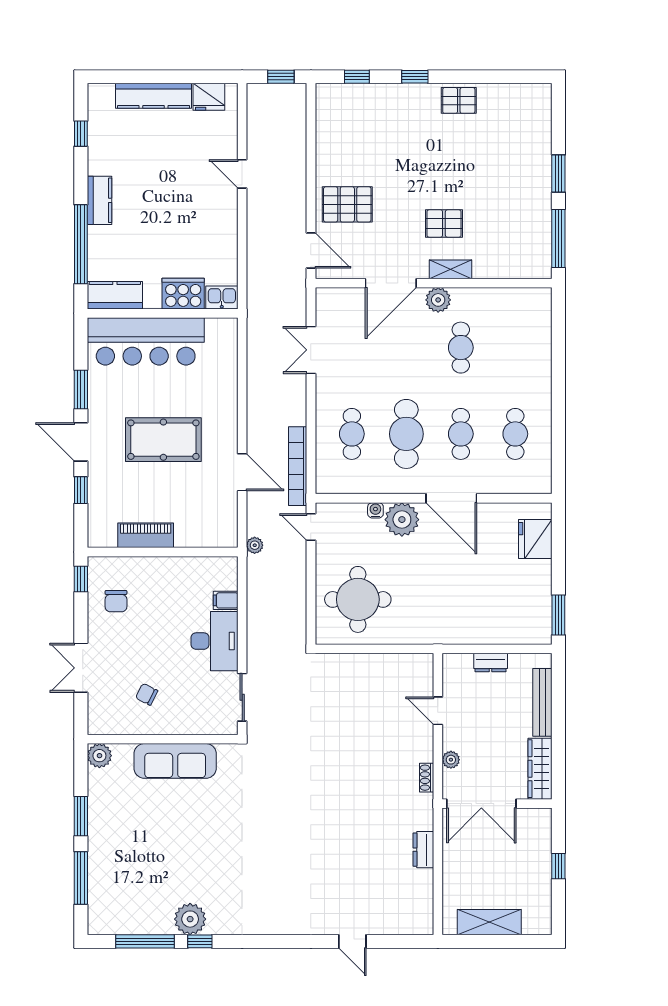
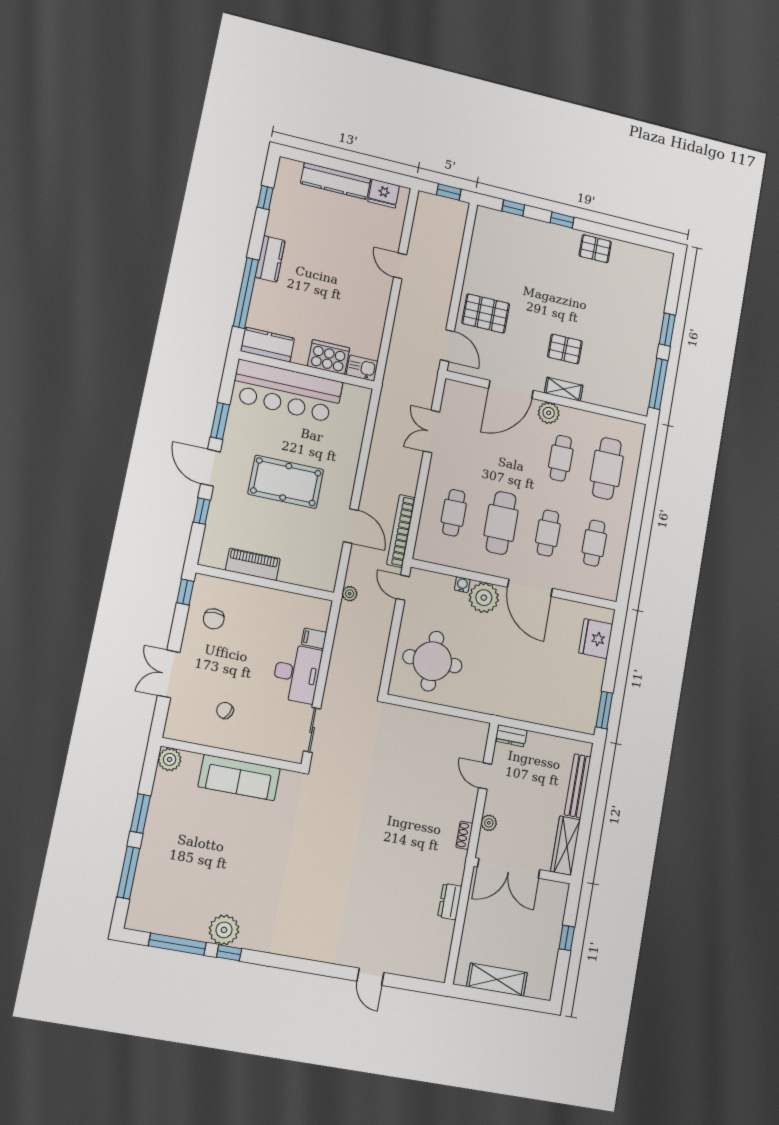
cafe table: (515, 348) -> (607, 468), added
dresser: (491, 663) -> (511, 736), moved

